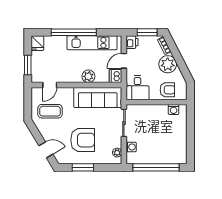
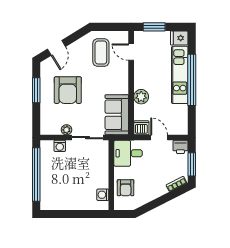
kitchen unit: (92, 43) -> (180, 75), moved
plant: (168, 64) -> (155, 188), removed
sofa: (98, 97) -> (117, 115), width x0.73
plant: (117, 153) -> (66, 130), moved

